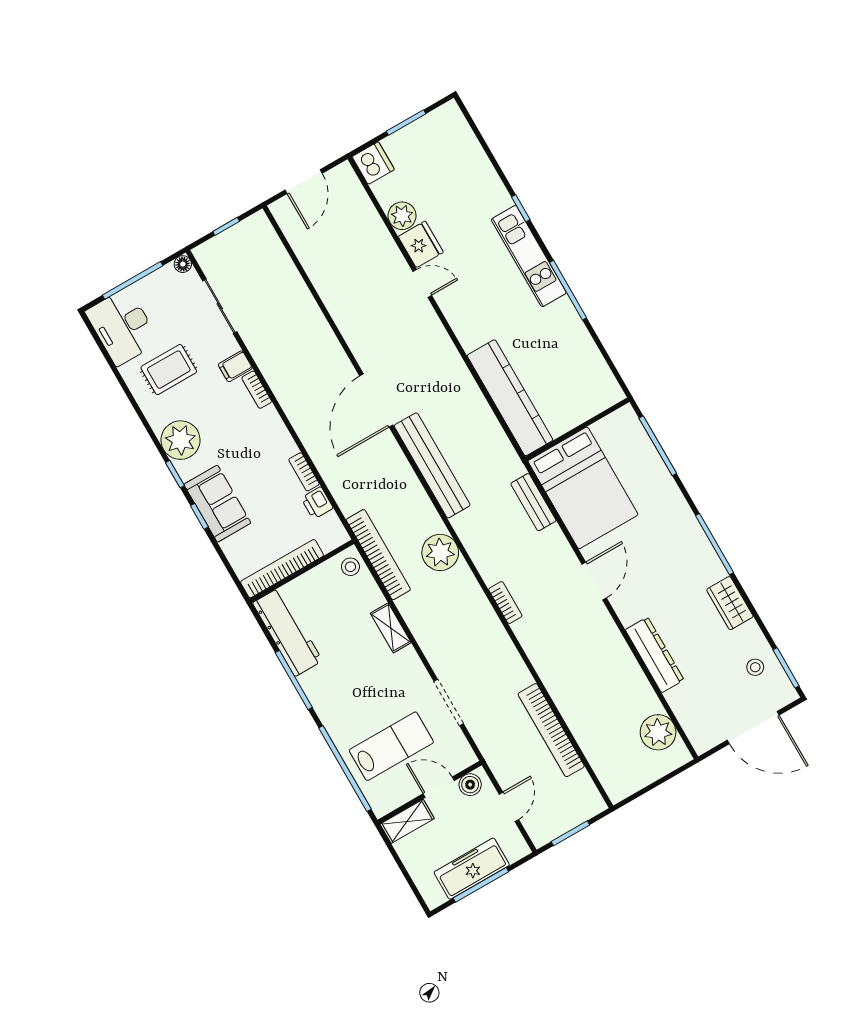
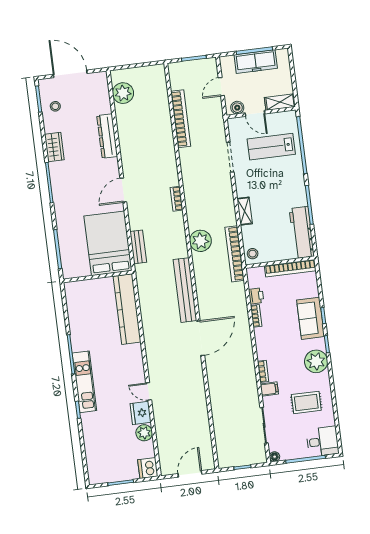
desk: (122, 327) -> (322, 442), width x0.73

